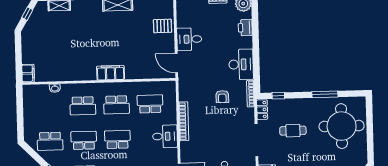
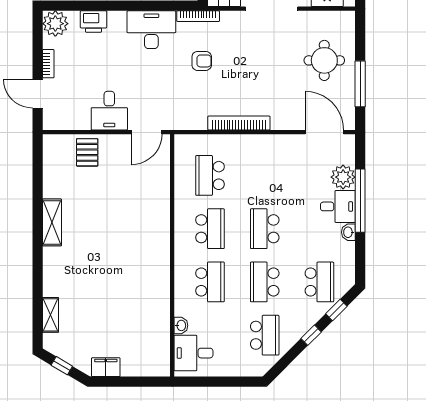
filing cabinet: (28, 73) -> (106, 367), moved
filing cabinet: (111, 73) -> (159, 237), removed
desk: (165, 136) -> (193, 353), moved, turned -90

